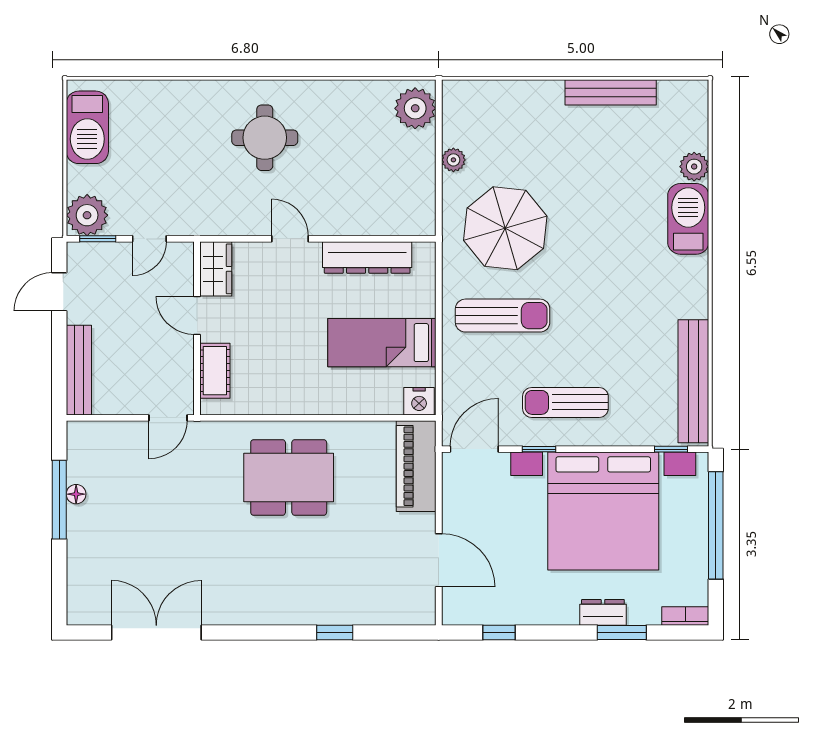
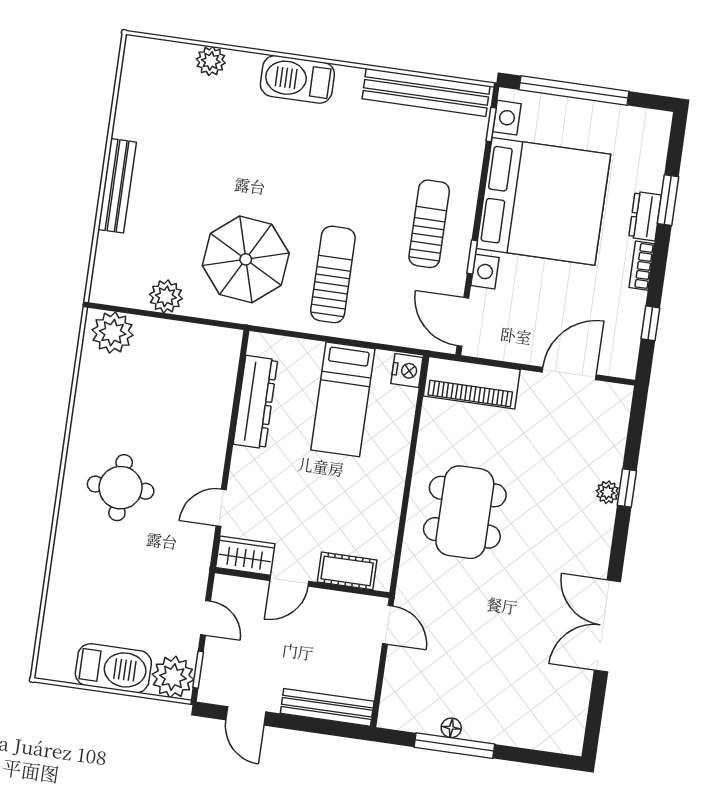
bench: (611, 92) -> (117, 186), moved
barbecue: (87, 127) -> (113, 668), moved
plant: (453, 160) -> (166, 296), width x1.38, depth x1.38
barbecue: (688, 219) -> (297, 79), moved
door: (290, 239) -> (221, 508), moved
sun lounger: (565, 402) -> (429, 224), turned 180
plant: (328, 614) -> (607, 492), added
bookcase: (685, 616) -> (642, 266), moved
double door: (156, 632) -> (607, 626), moved

